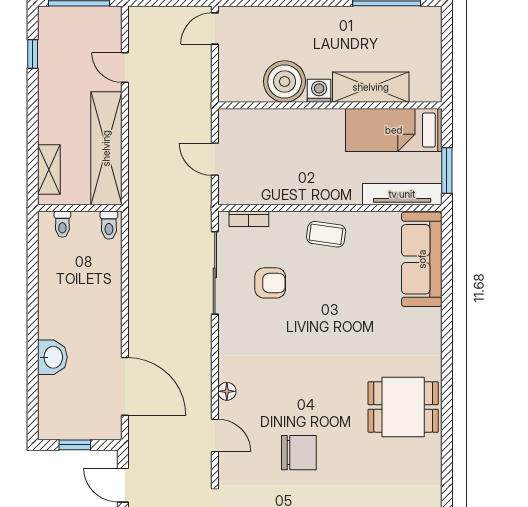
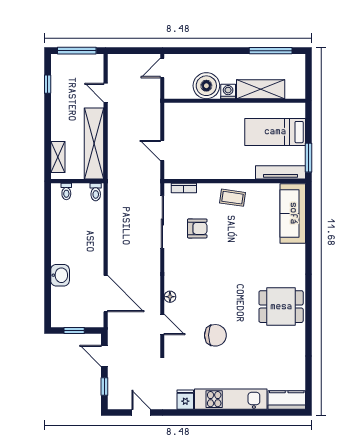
boiler: (285, 81) -> (206, 86), moved
shelving: (371, 87) -> (261, 89), moved
washing machine: (319, 91) -> (228, 92), moved
wall: (330, 105) -> (235, 101), moved

